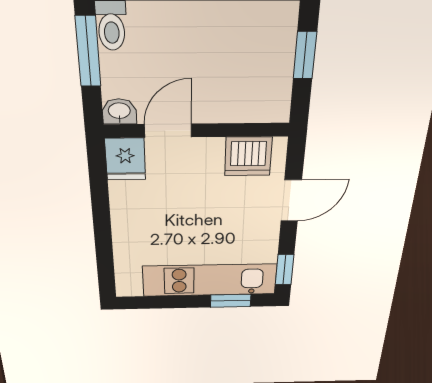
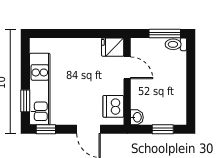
washbasin: (119, 111) -> (137, 117), moved

